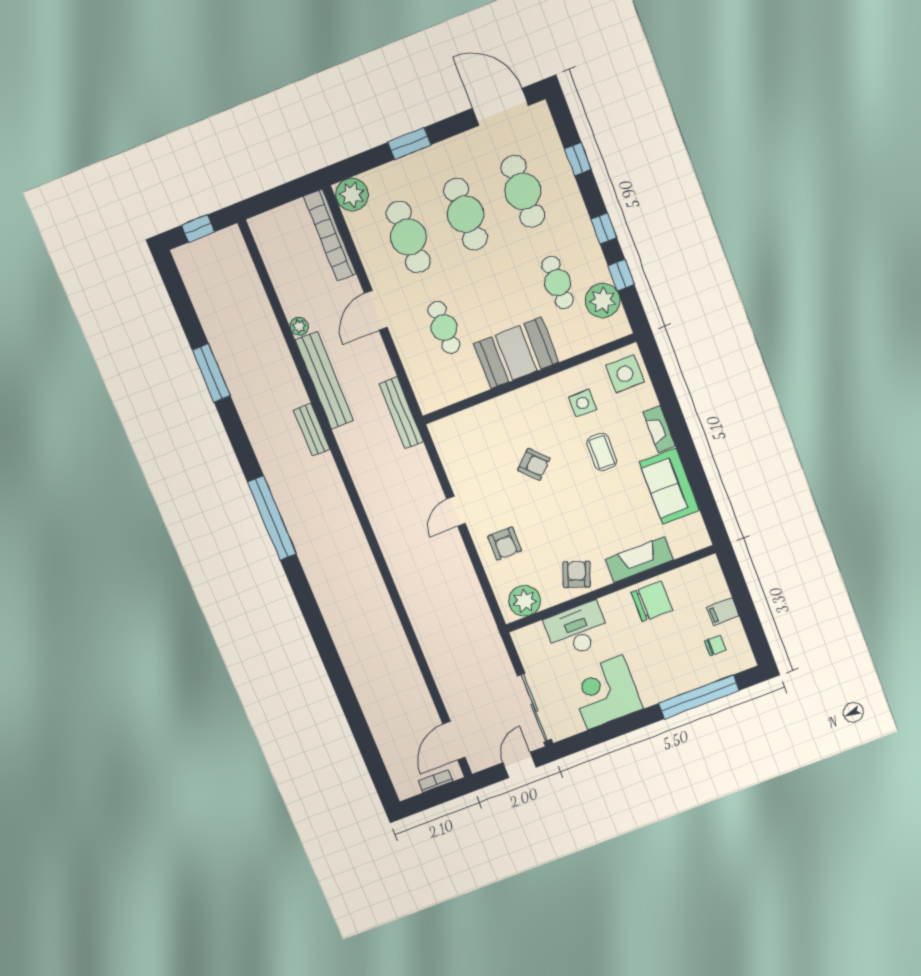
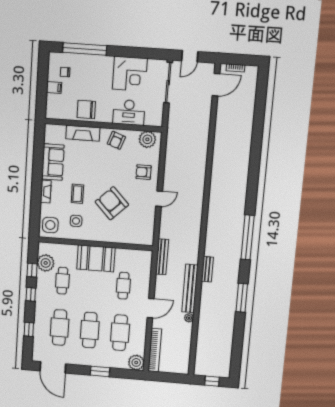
window: (211, 373) -> (242, 298), moved
armchair: (534, 464) -> (112, 203), width x1.88, depth x1.88
armchair: (505, 544) -> (144, 172), turned -90

